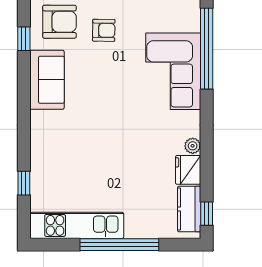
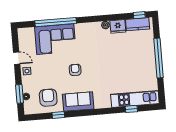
armchair: (104, 30) -> (75, 70), moved
corner sofa: (173, 71) -> (55, 39), moved
kitchen unit: (77, 225) -> (135, 99), moved, turned 90

